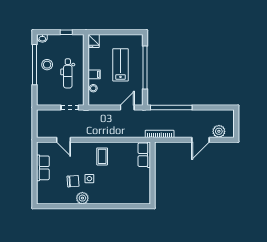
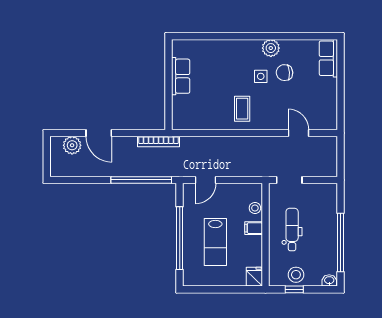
stool: (47, 65) -> (296, 275), moved
door: (201, 140) -> (99, 133), swing flipped
row of seats: (144, 155) -> (181, 76), moved
row of seats: (43, 168) -> (328, 58), moved

